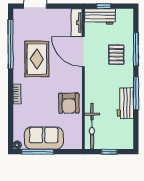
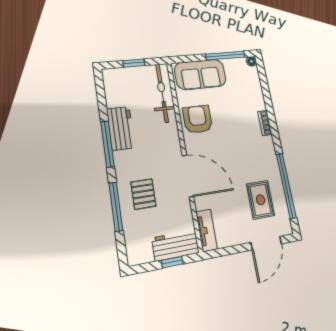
door: (83, 52) -> (188, 176), moved
rug: (37, 59) -> (261, 200), moved, width x0.73, depth x0.70
sofa: (44, 138) -> (200, 74), moved

